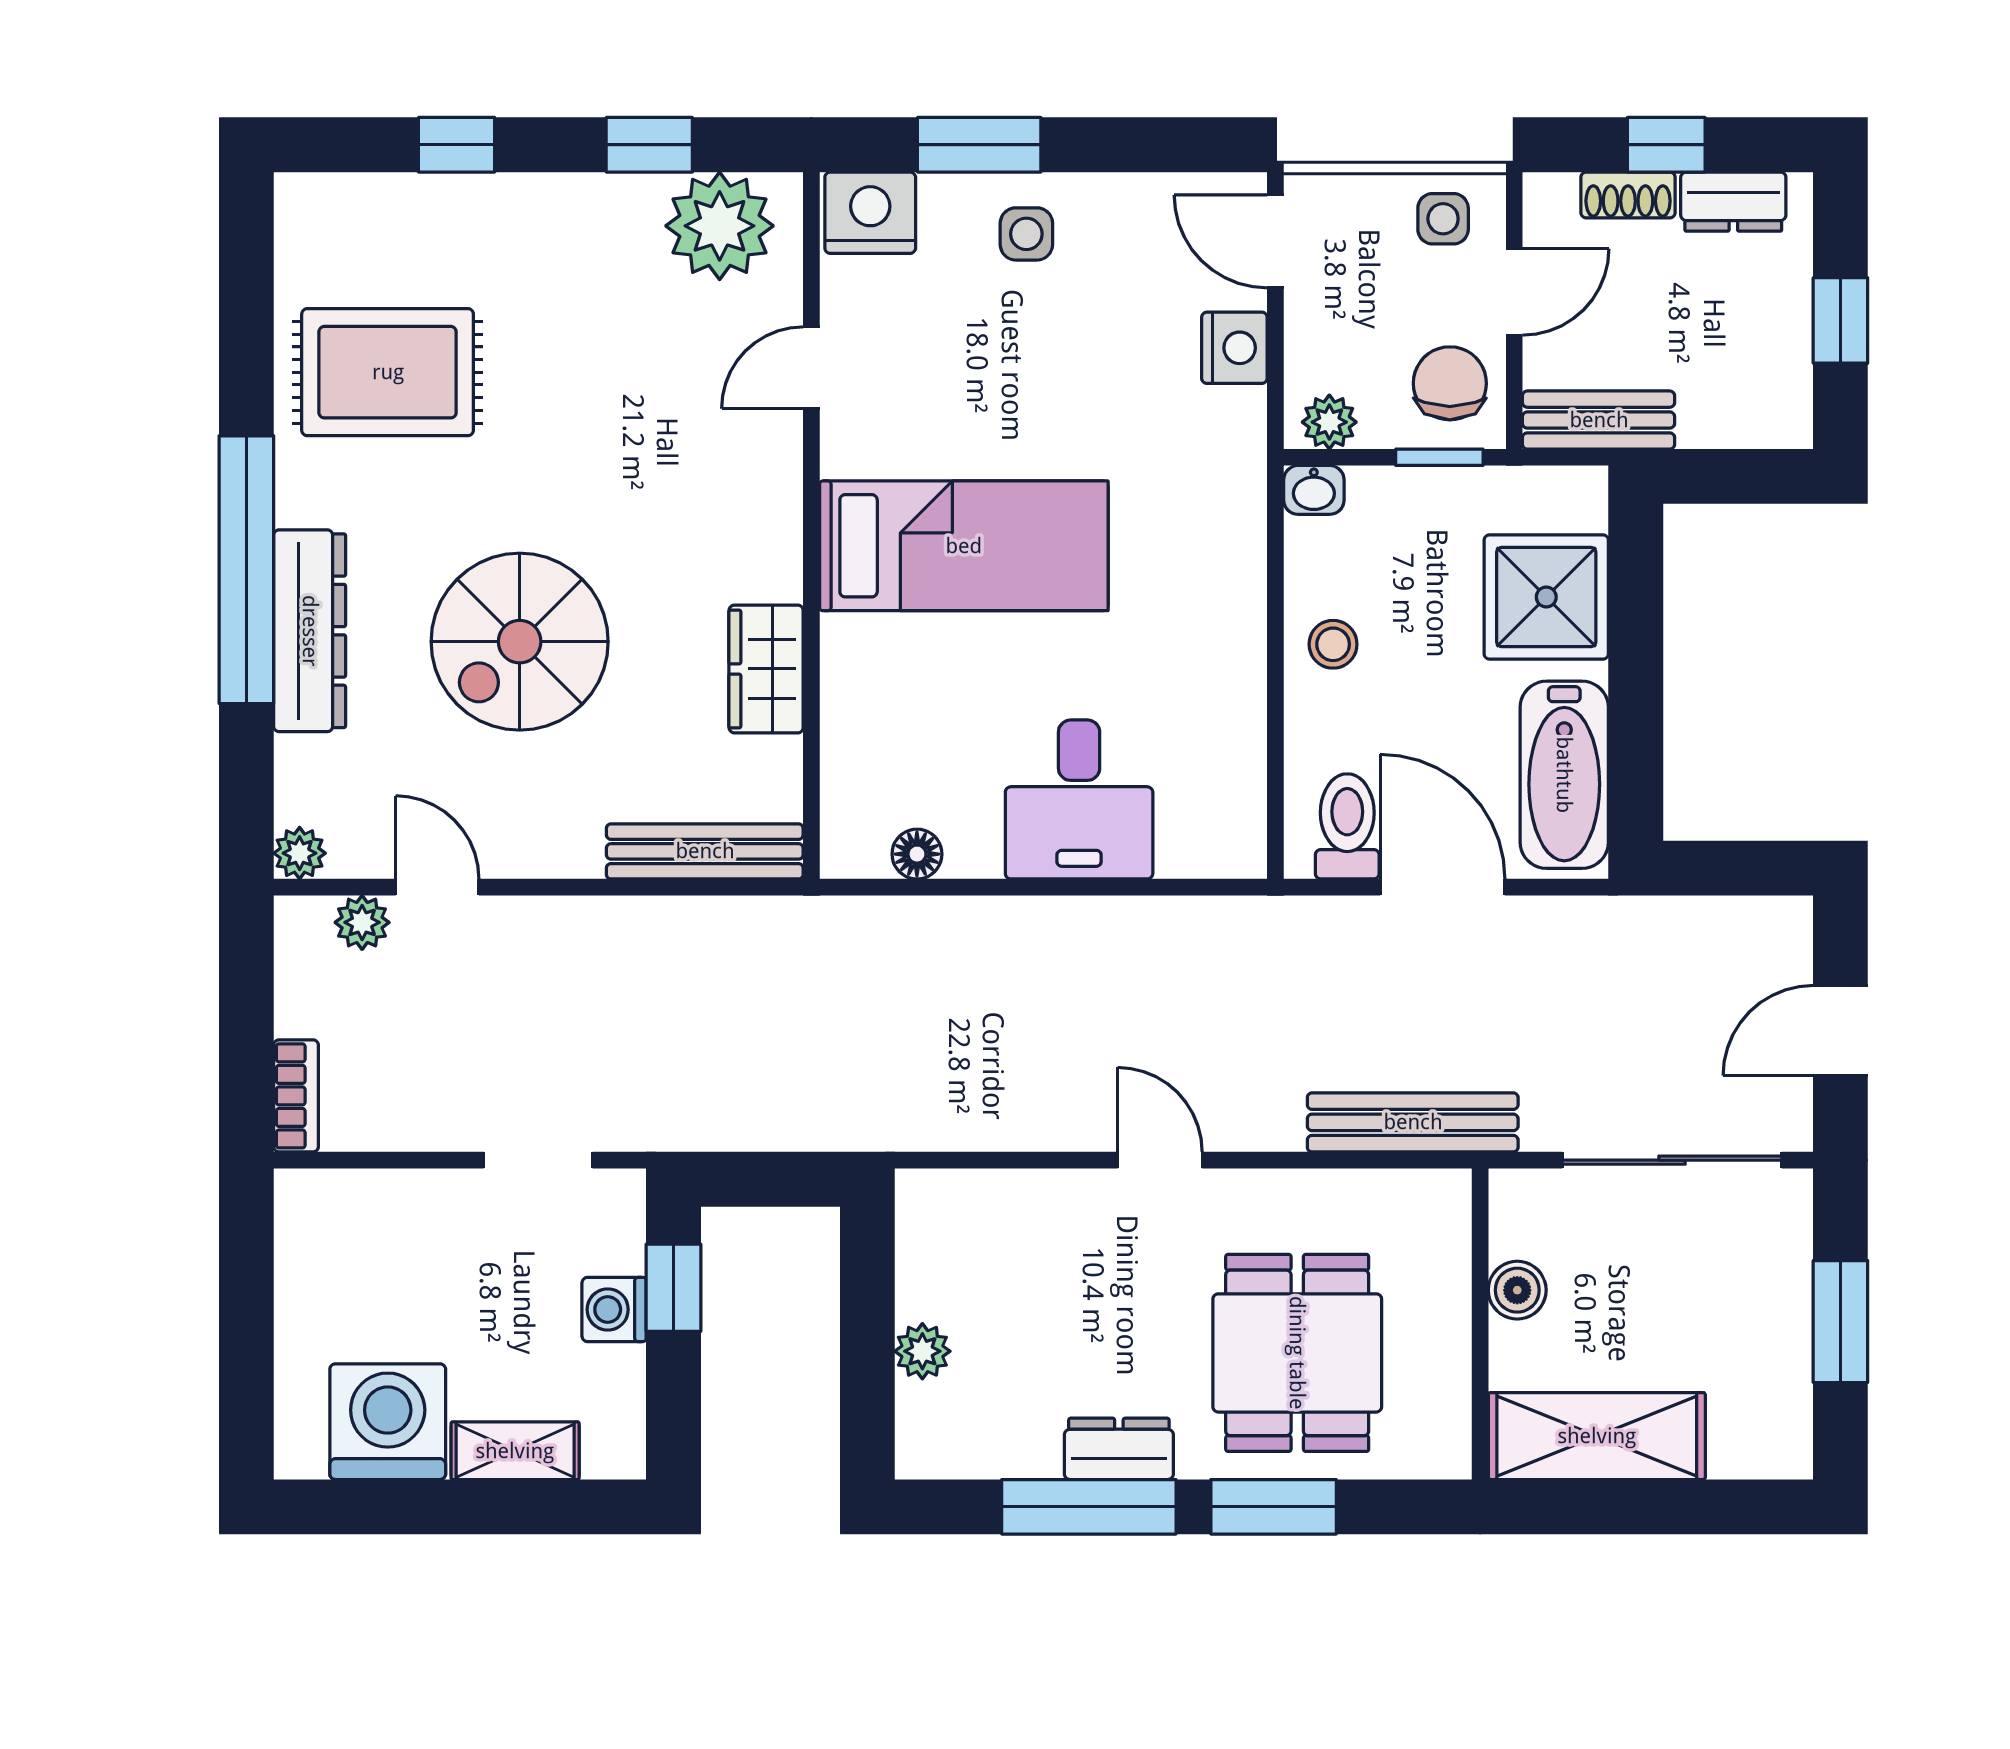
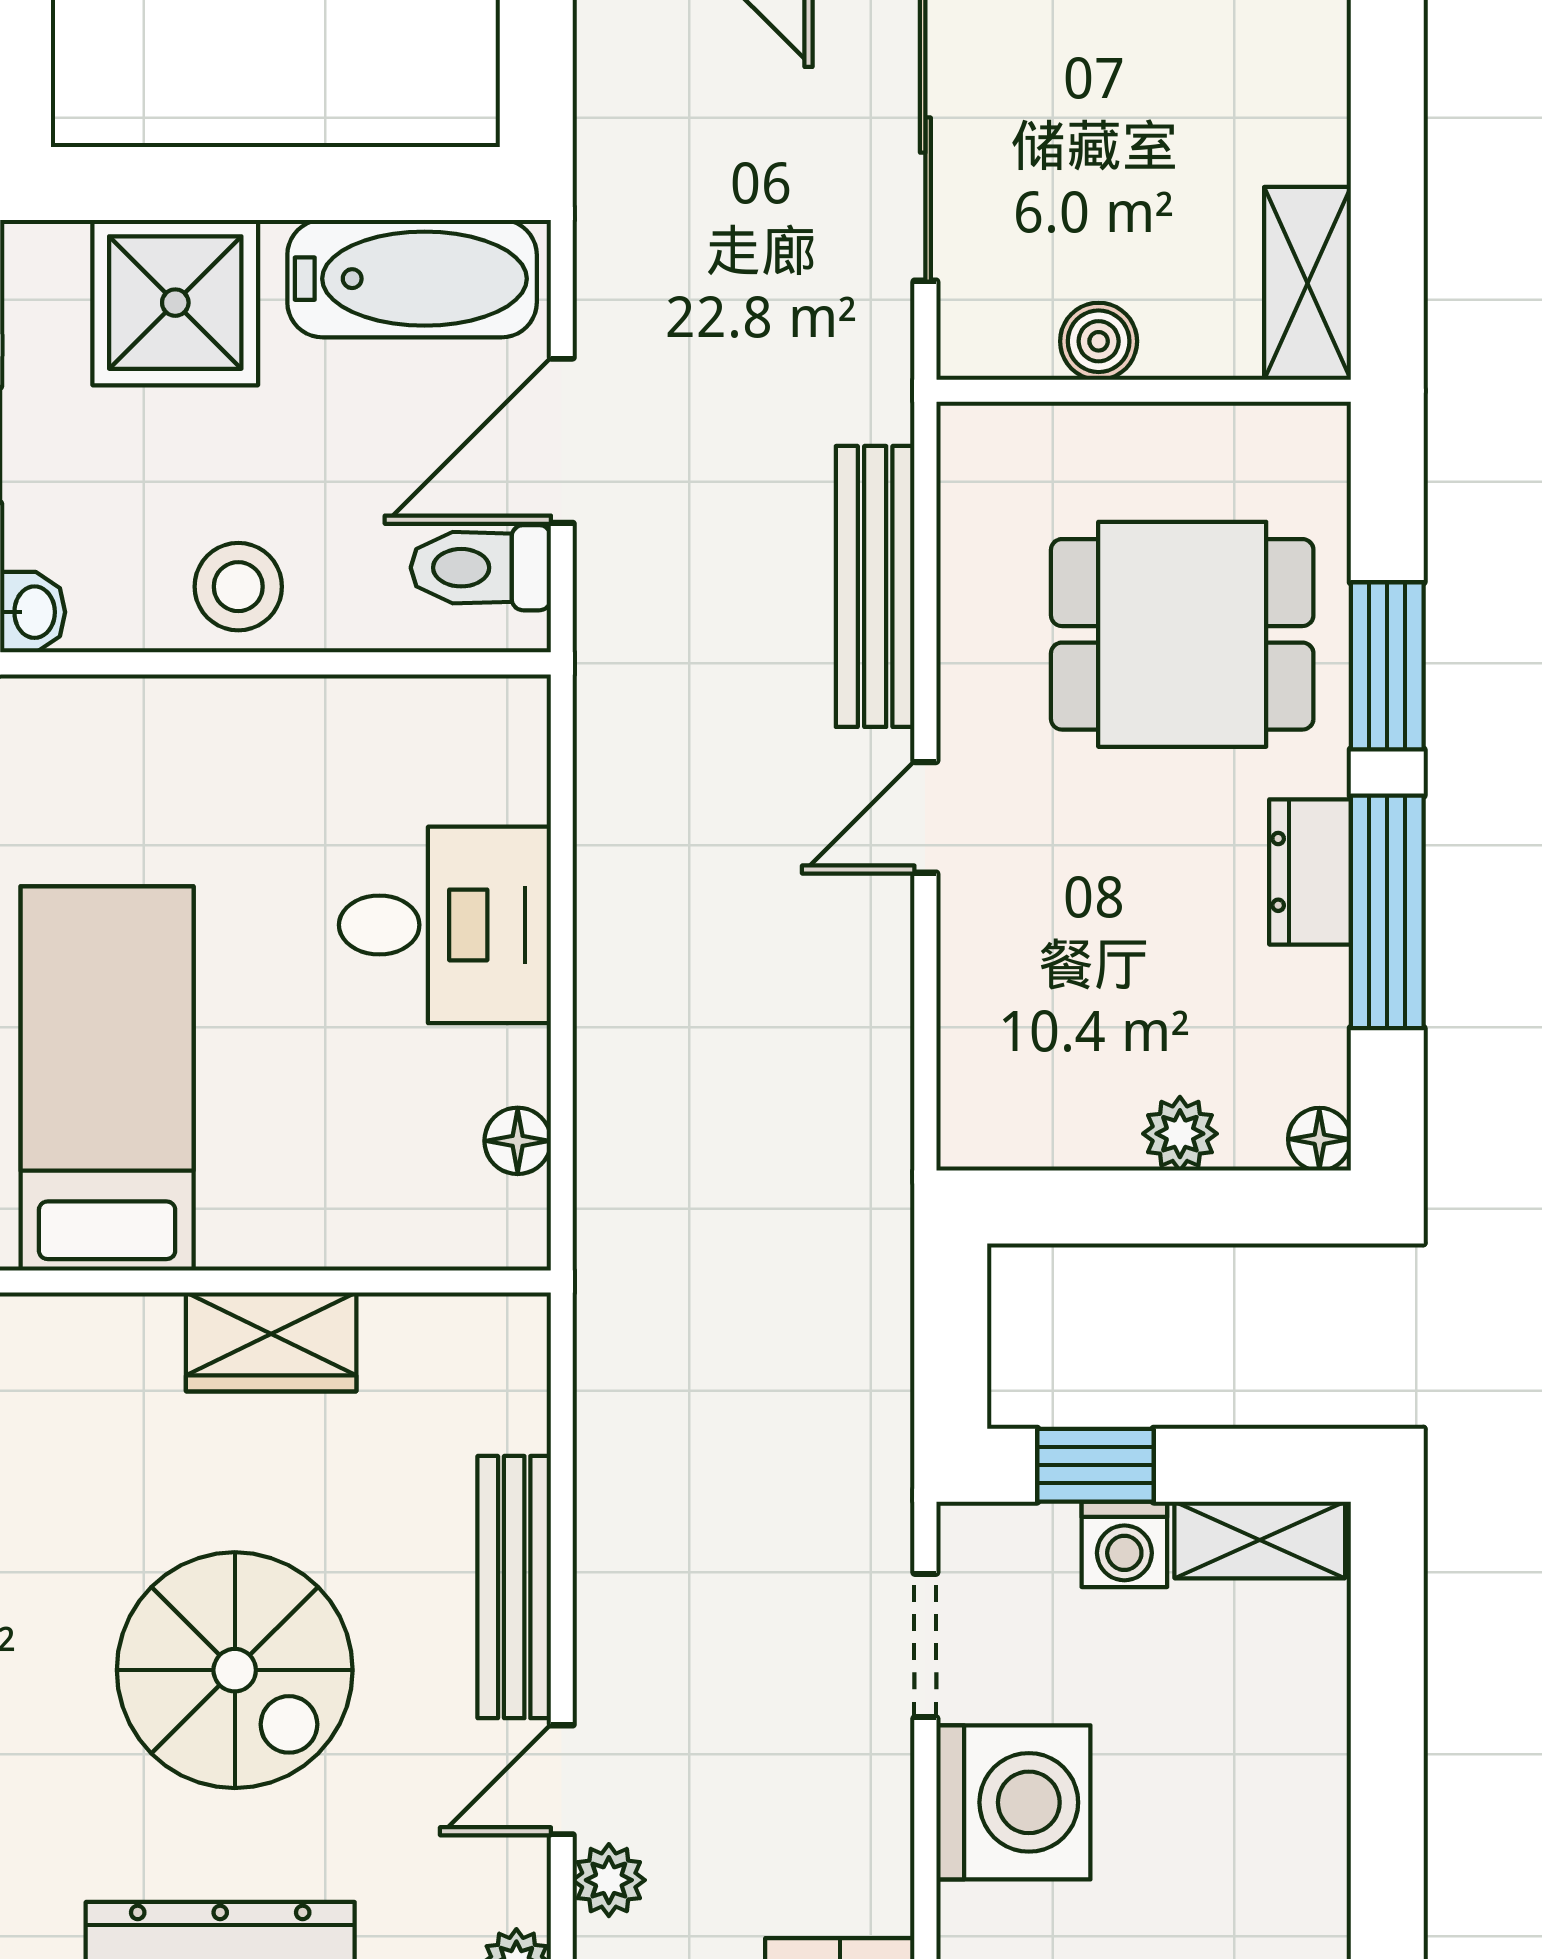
stool: (1333, 644) -> (238, 587), width x1.37, depth x1.37
bench: (705, 851) -> (514, 1587), moved
bench: (1413, 1122) -> (875, 586), moved
washing machine: (388, 1422) -> (1013, 1802), moved, turned 180
shelving: (1597, 1436) -> (1307, 283), width x0.67, depth x0.75
shelving: (515, 1451) -> (1260, 1540), moved, turned 90
floor lamp: (918, 1456) -> (1319, 1139), added

